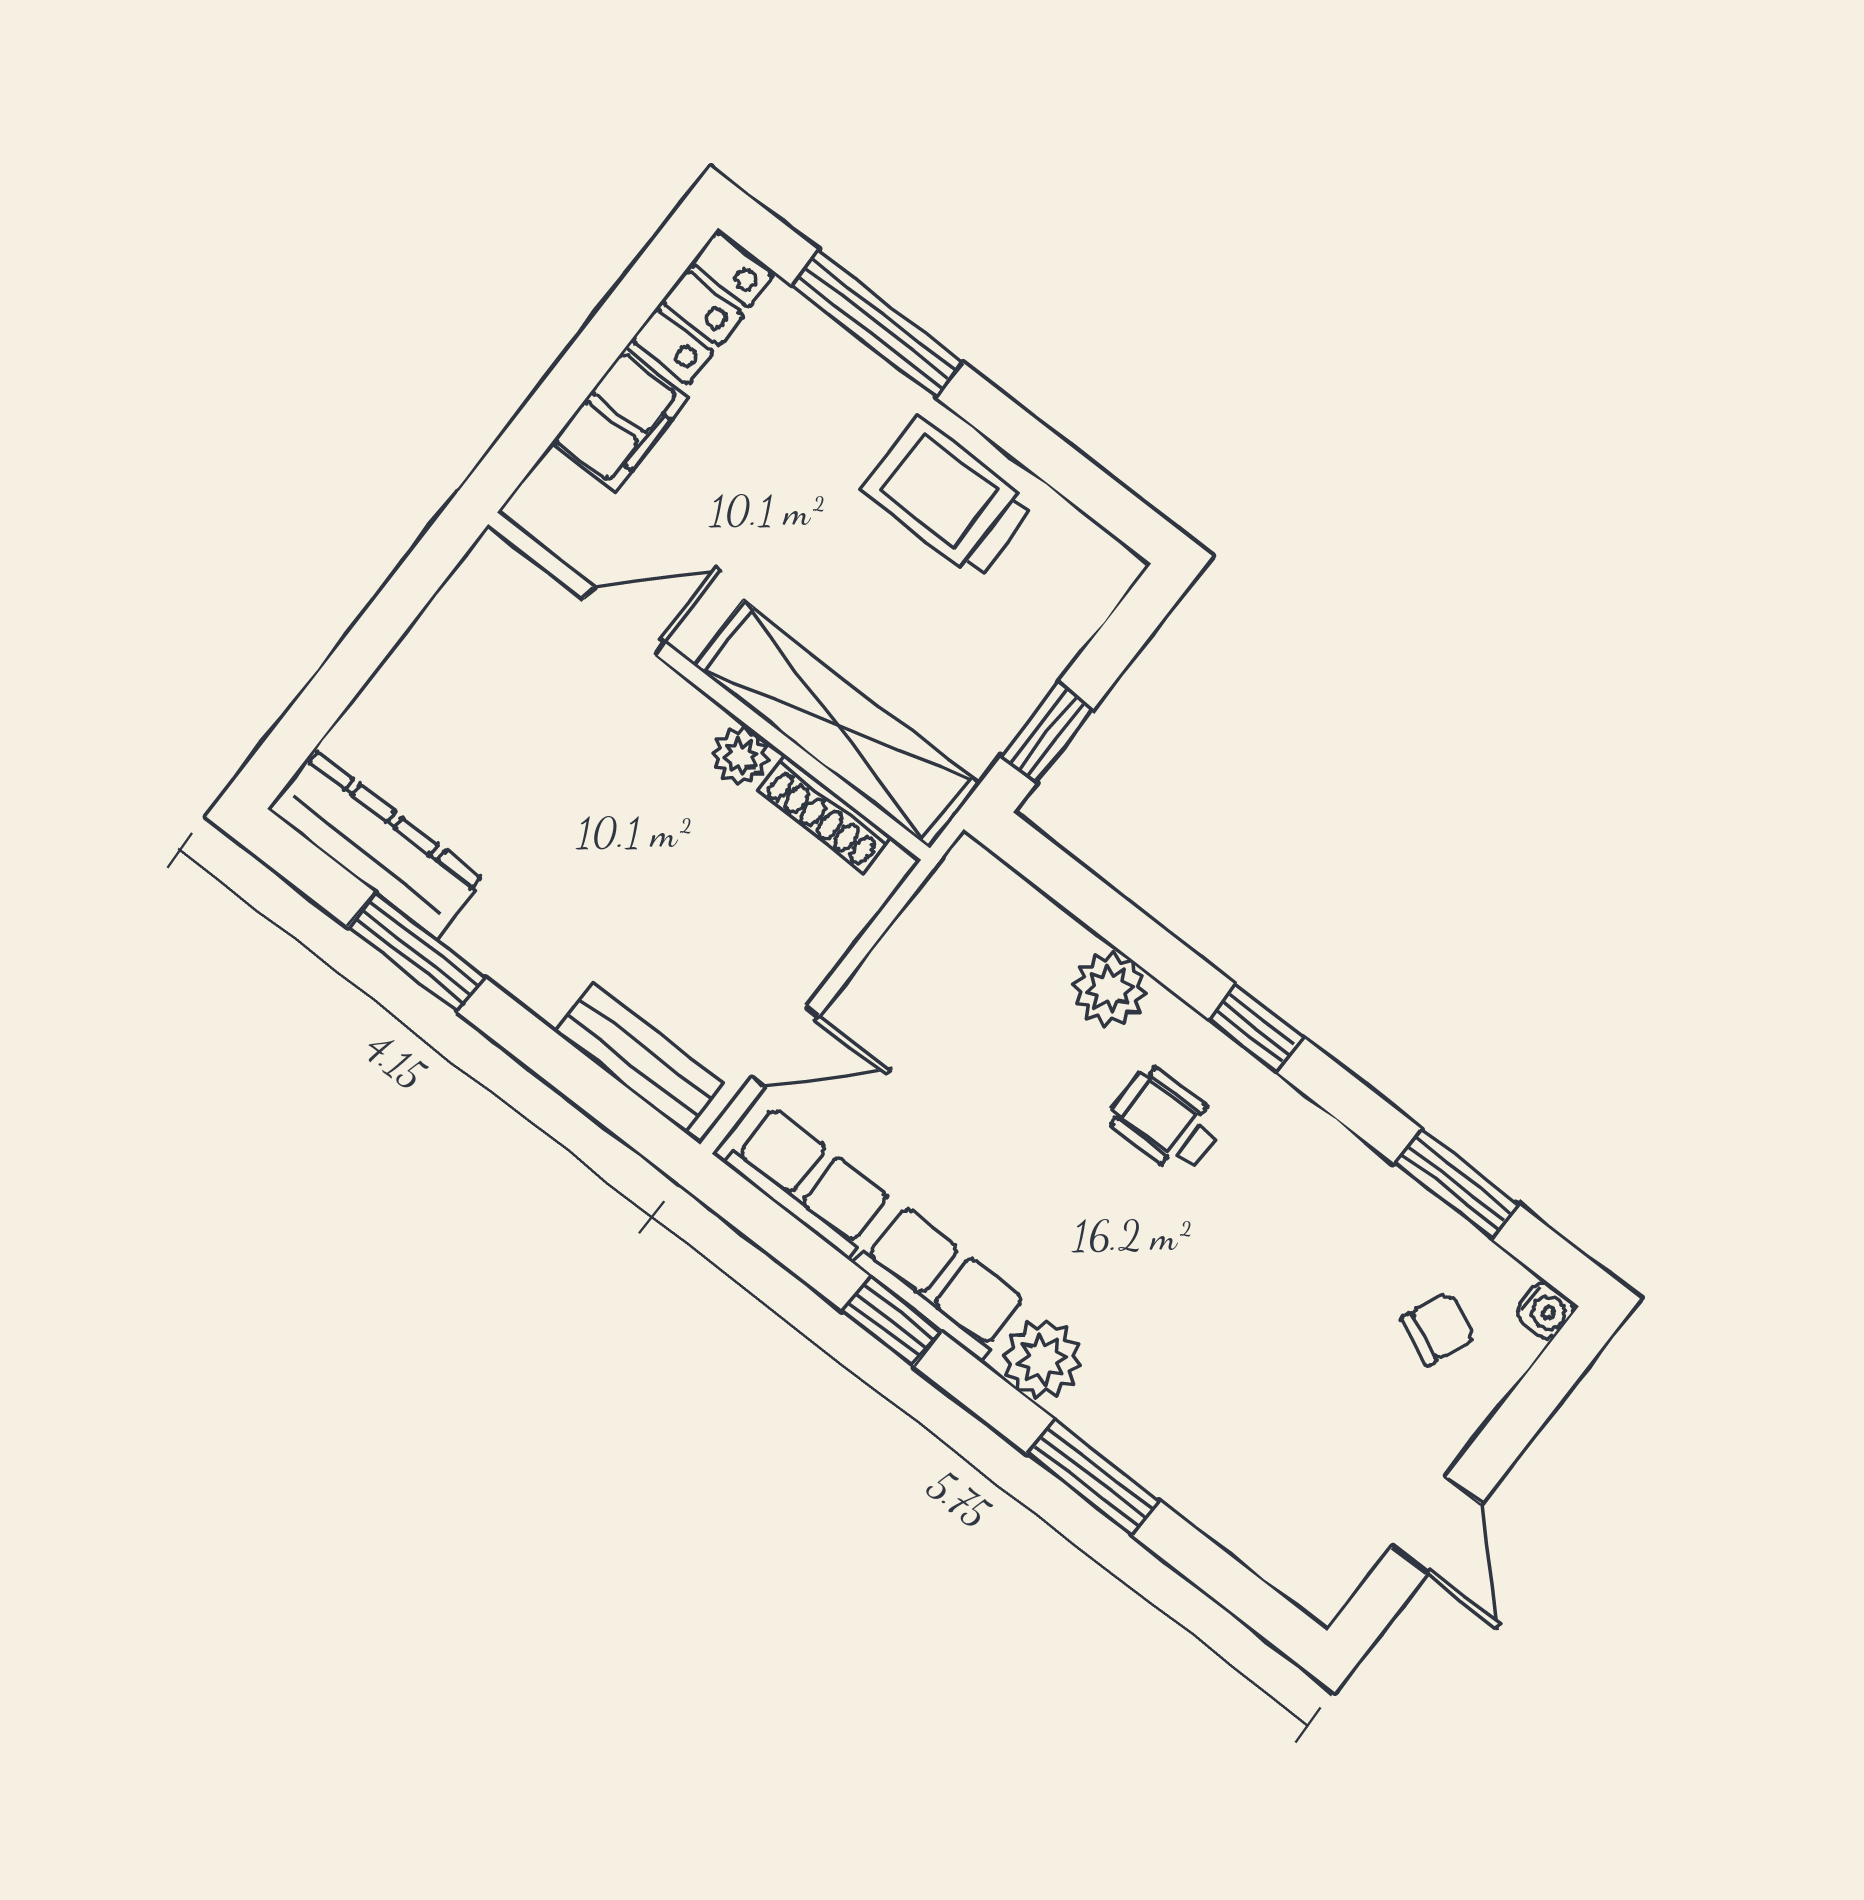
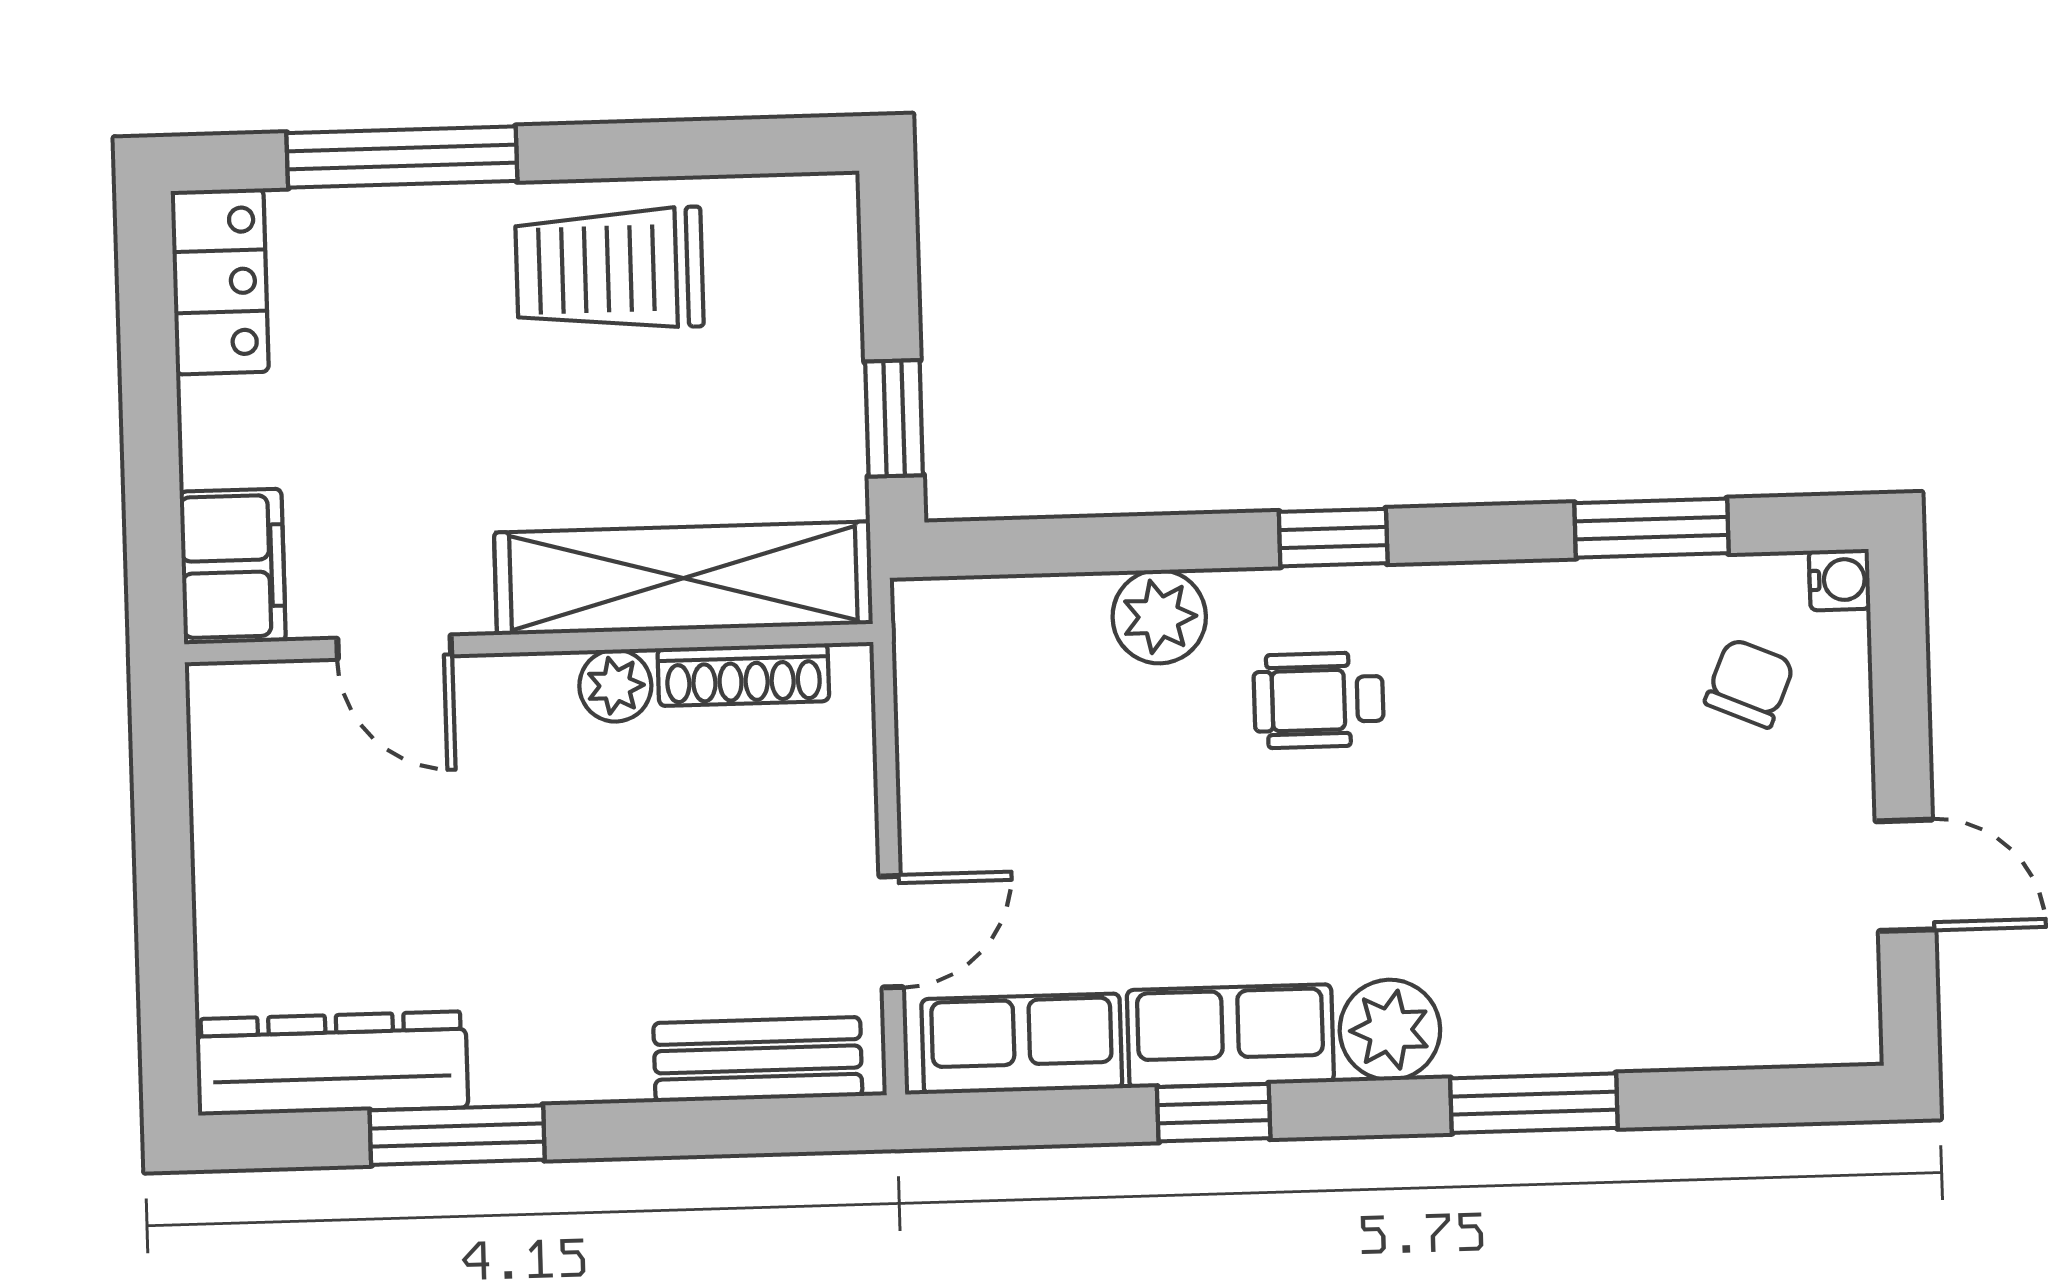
filing cabinet: (620, 420) -> (233, 566), moved
door: (625, 621) -> (394, 647), swing flipped

